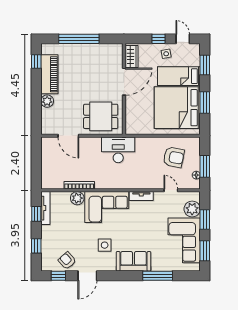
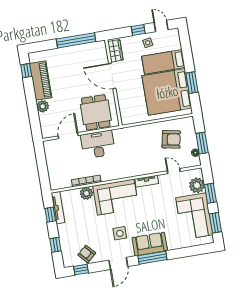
window: (79, 39) -> (76, 40), moved
window: (205, 65) -> (186, 47), removed
door: (124, 82) -> (112, 76), swing flipped
dining table: (101, 116) -> (96, 112), turned 90
door: (68, 136) -> (68, 136), swing flipped
desk: (118, 150) -> (98, 144), moved
door: (87, 276) -> (118, 263), moved
window: (158, 276) -> (152, 258), moved

